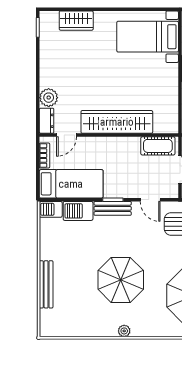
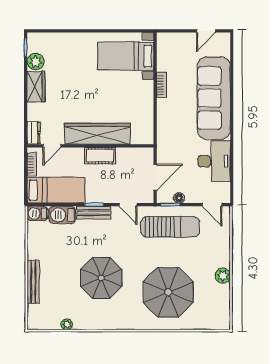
wardrobe: (76, 21) -> (36, 87), moved, turned -90
plant: (49, 98) -> (36, 62), moved
cot: (158, 146) -> (100, 156), moved
plant: (124, 331) -> (67, 324), moved

